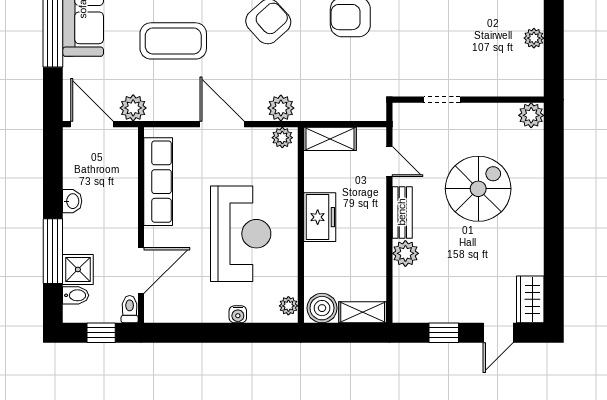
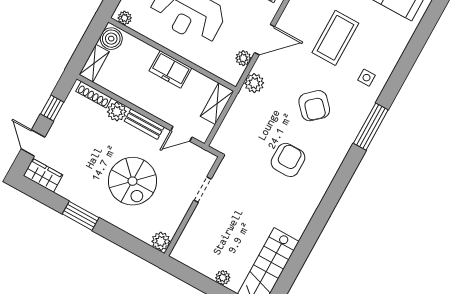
plant: (534, 38) -> (223, 278), moved
plant: (282, 138) -> (243, 58), moved
window: (554, 228) -> (81, 216), added
shoe rack: (400, 292) -> (94, 95), added

